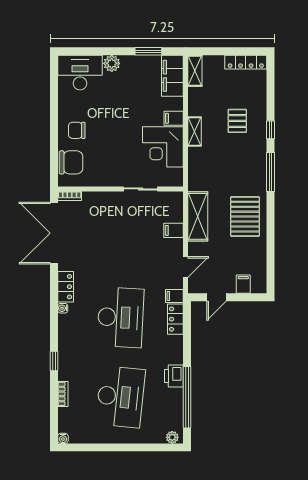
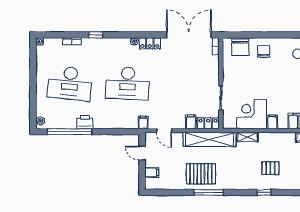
shelving: (194, 131) -> (247, 137), moved
window: (271, 172) -> (209, 192), moved
shelving: (198, 216) -> (209, 139), width x1.47
locker: (175, 319) -> (208, 123), moved

